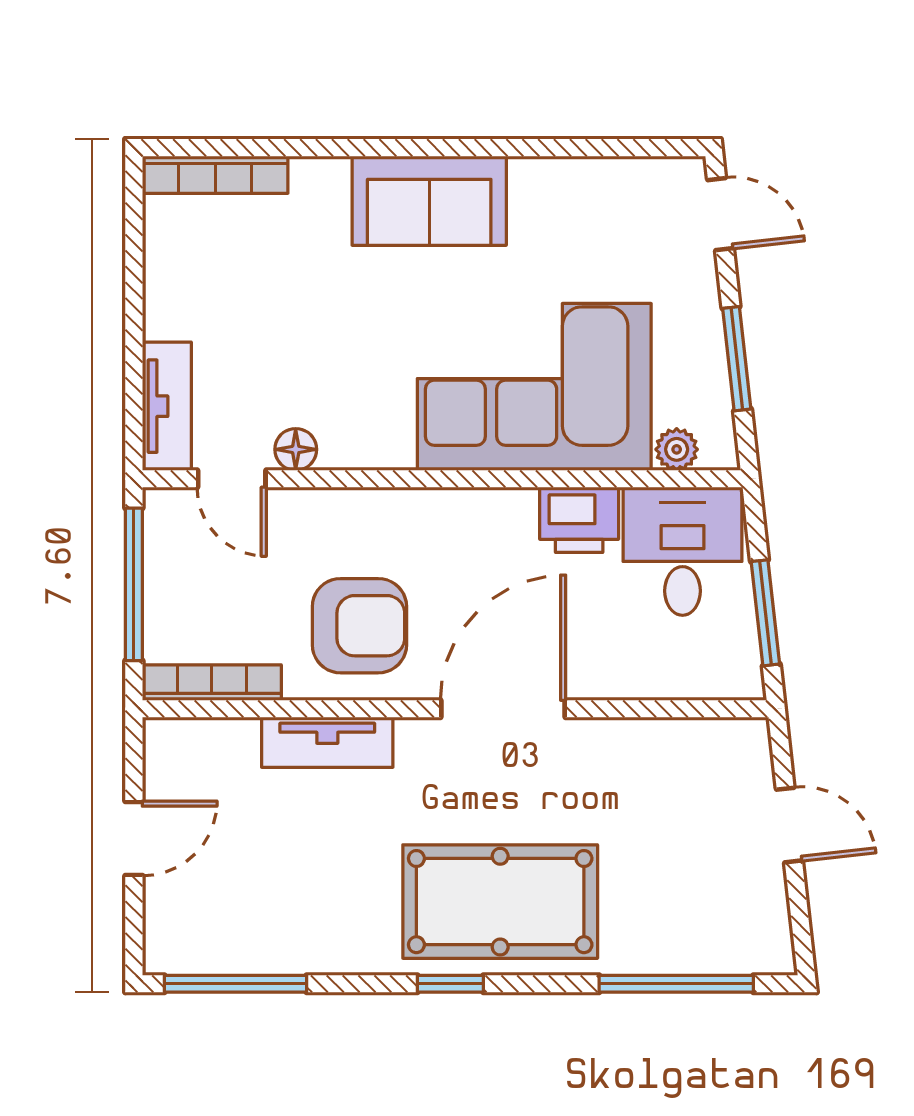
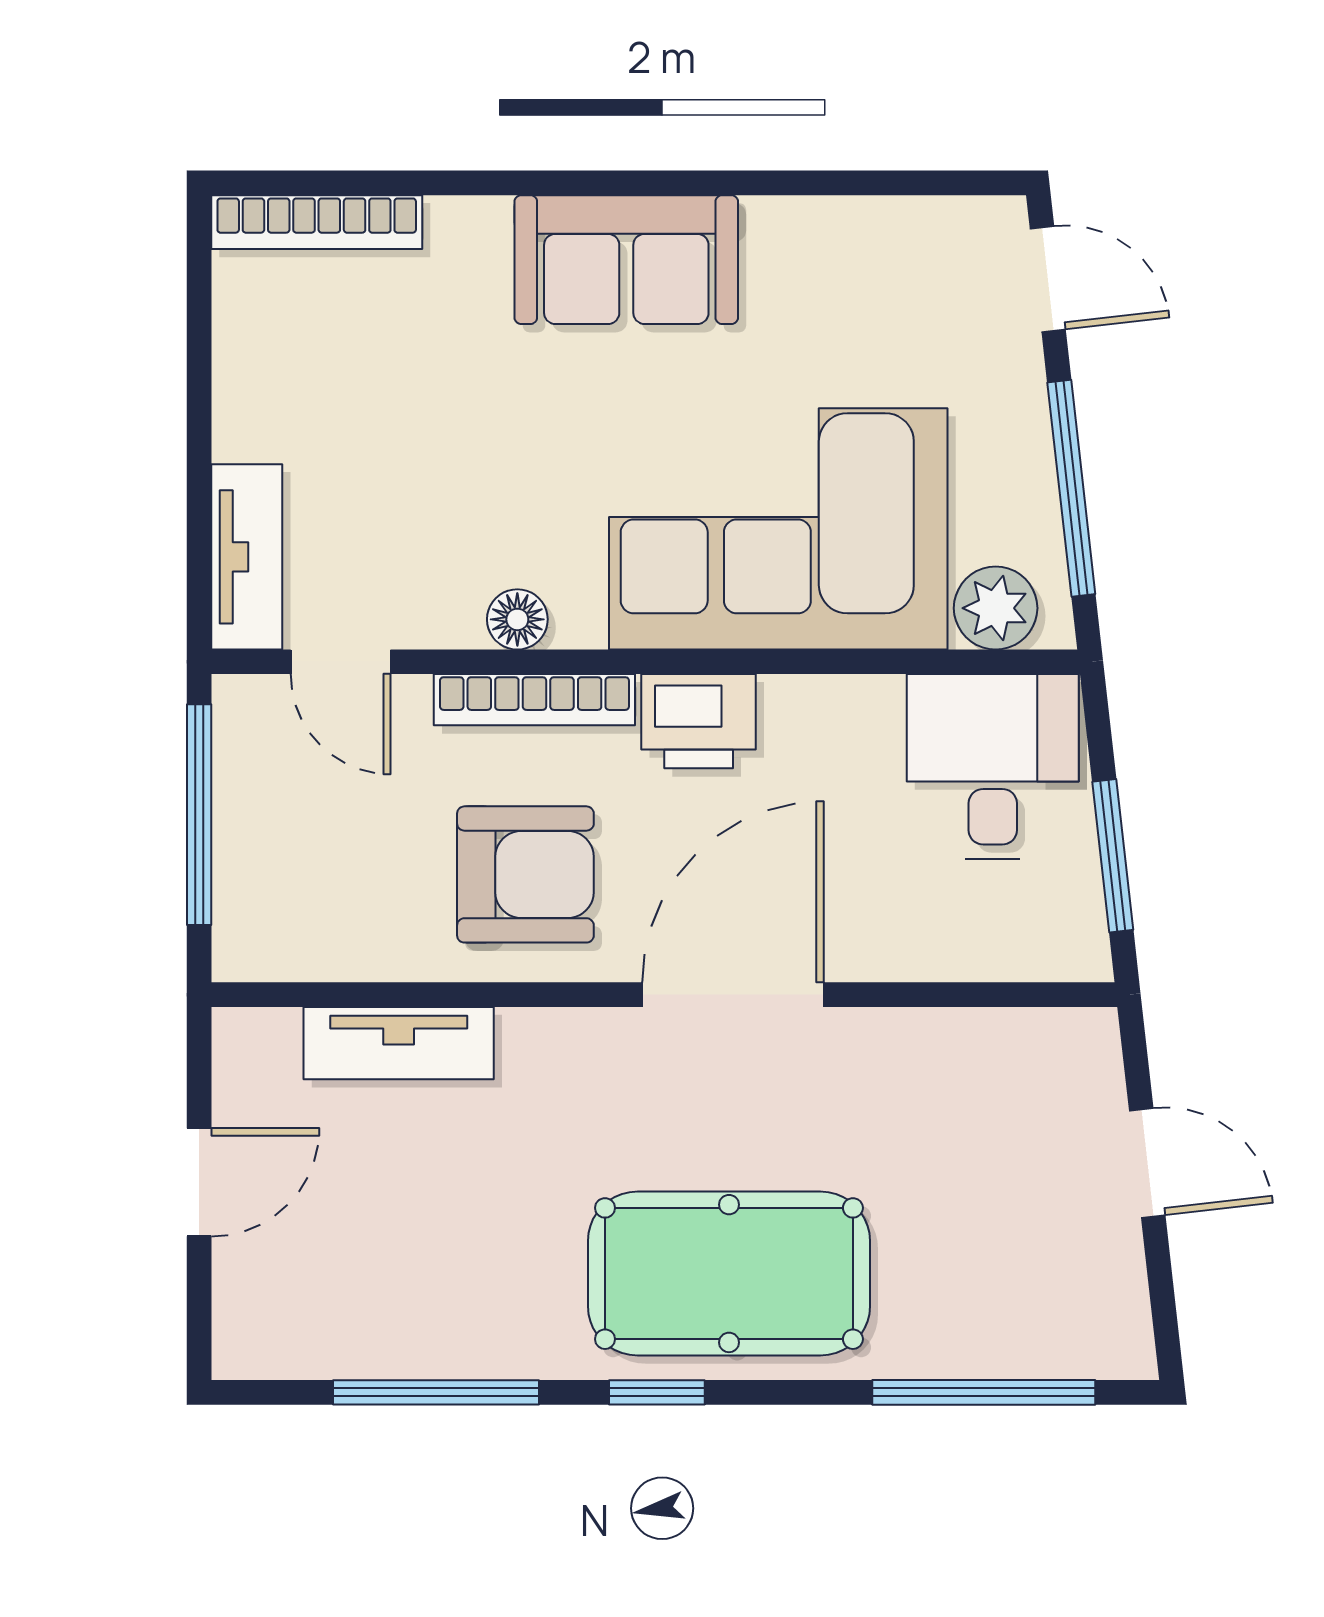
window: (737, 359) -> (1071, 488), width x1.44
floor lamp: (296, 449) -> (517, 619), moved
plant: (677, 449) -> (996, 608), width x1.38, depth x1.38
printer: (579, 520) -> (699, 721), moved
bookcase: (212, 683) -> (534, 700), moved, turned 180
tv unit: (327, 742) -> (399, 1043), moved
window: (236, 984) -> (436, 1392), moved

